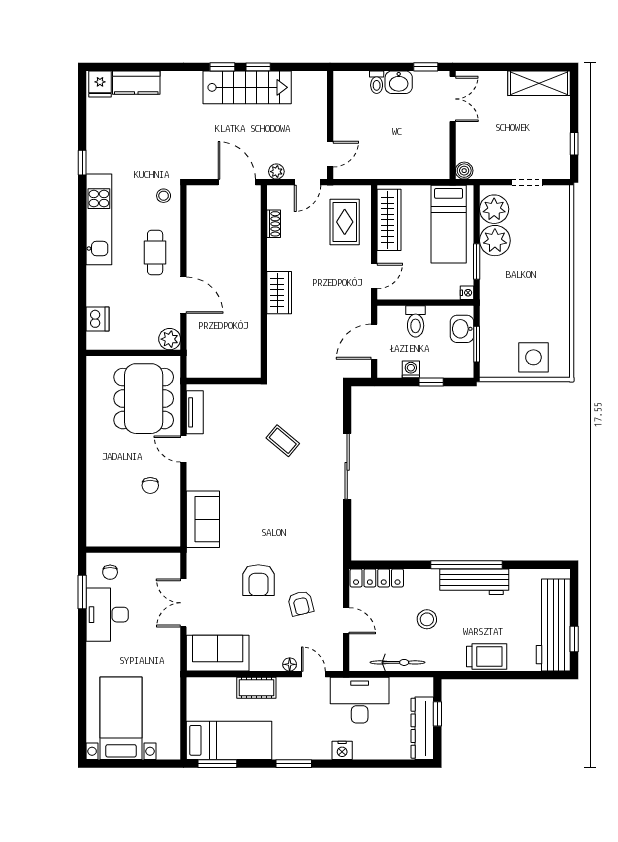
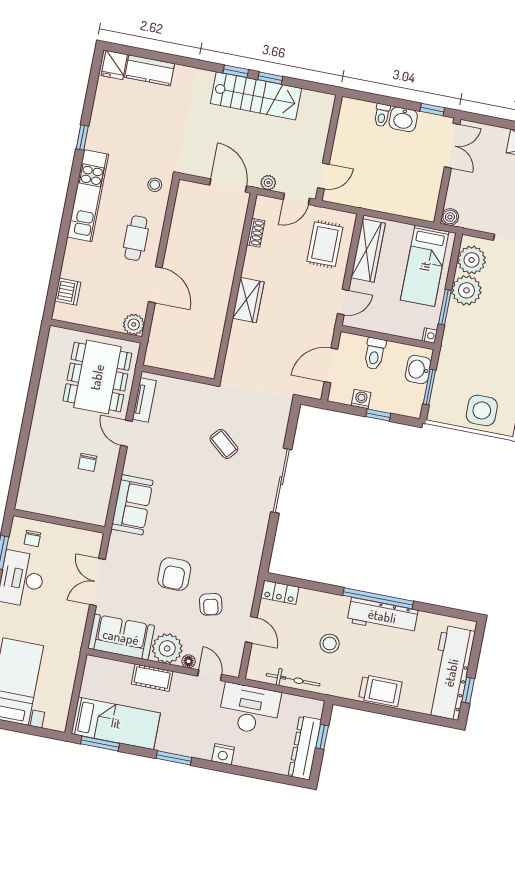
locker: (377, 578) -> (280, 592), width x0.66
plant: (266, 656) -> (167, 648), added

